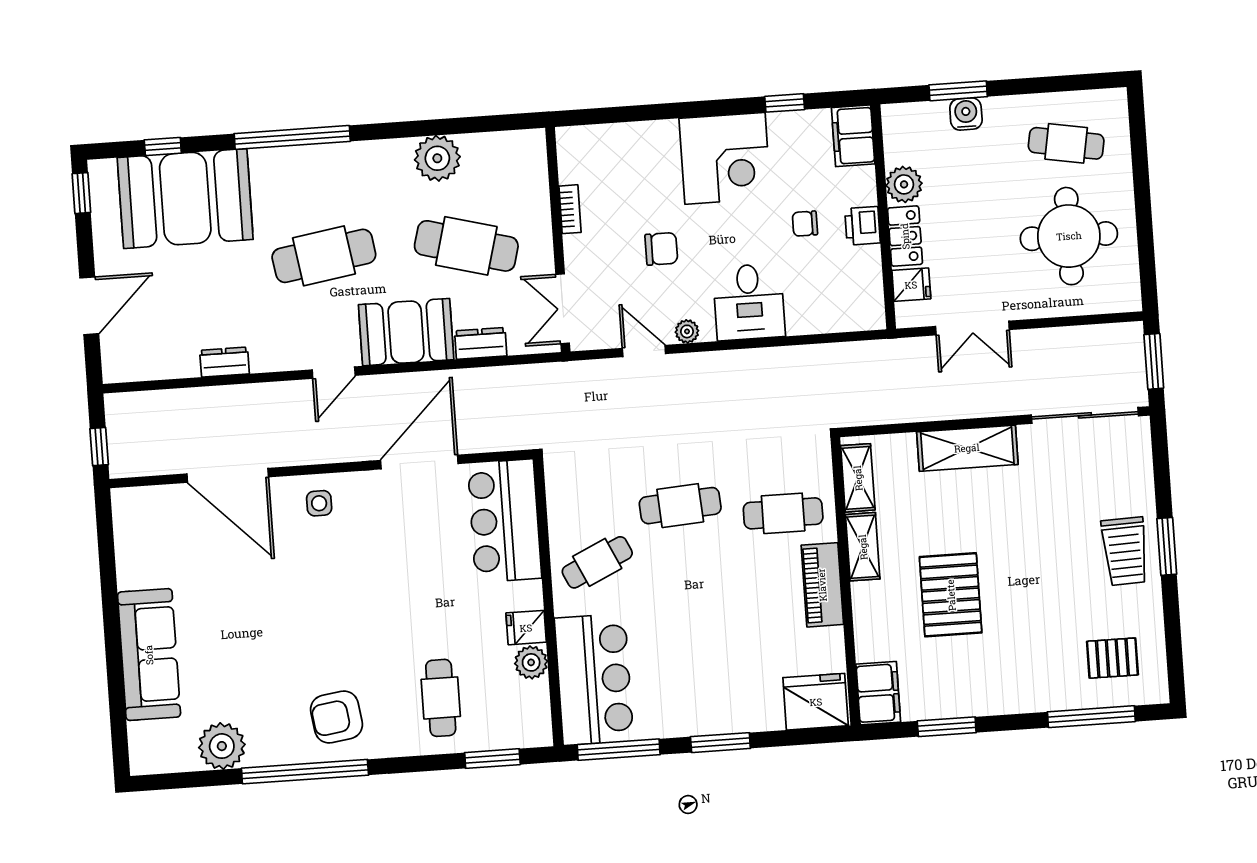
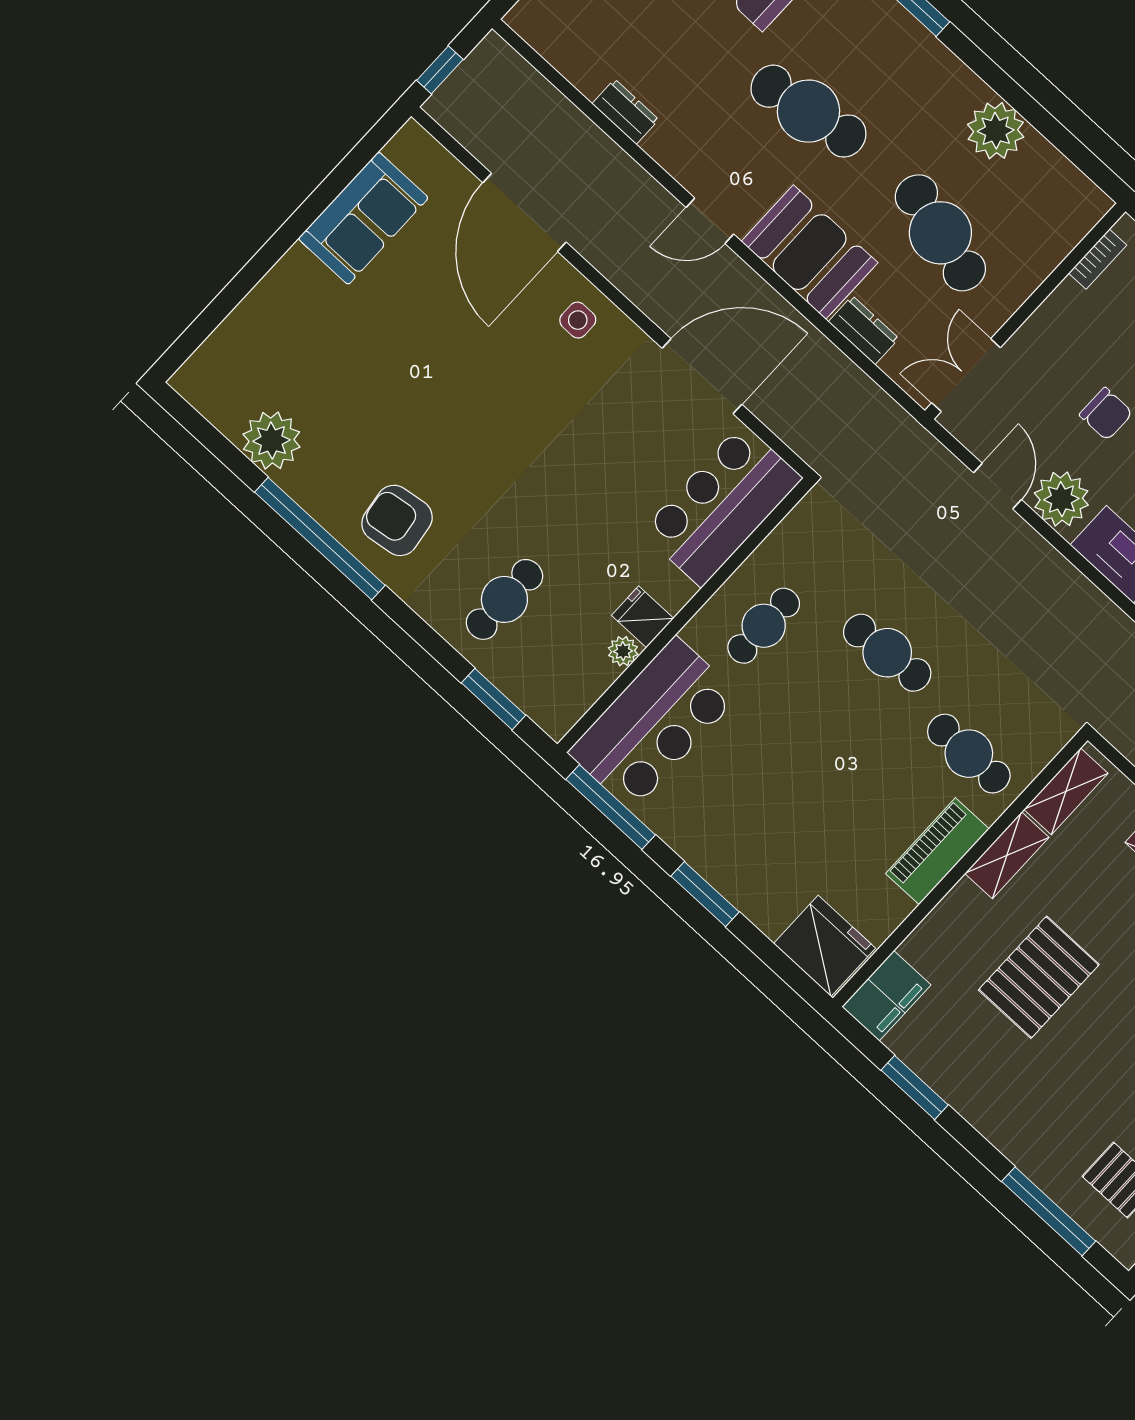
bookcase: (570, 209) -> (1098, 259), moved
plant: (687, 331) -> (1061, 499), width x1.87, depth x1.87
cafe table: (597, 562) -> (764, 626), turned -65
sofa: (149, 655) -> (363, 218), moved, width x0.73
plant: (531, 662) -> (623, 651), width x0.73, depth x0.73

